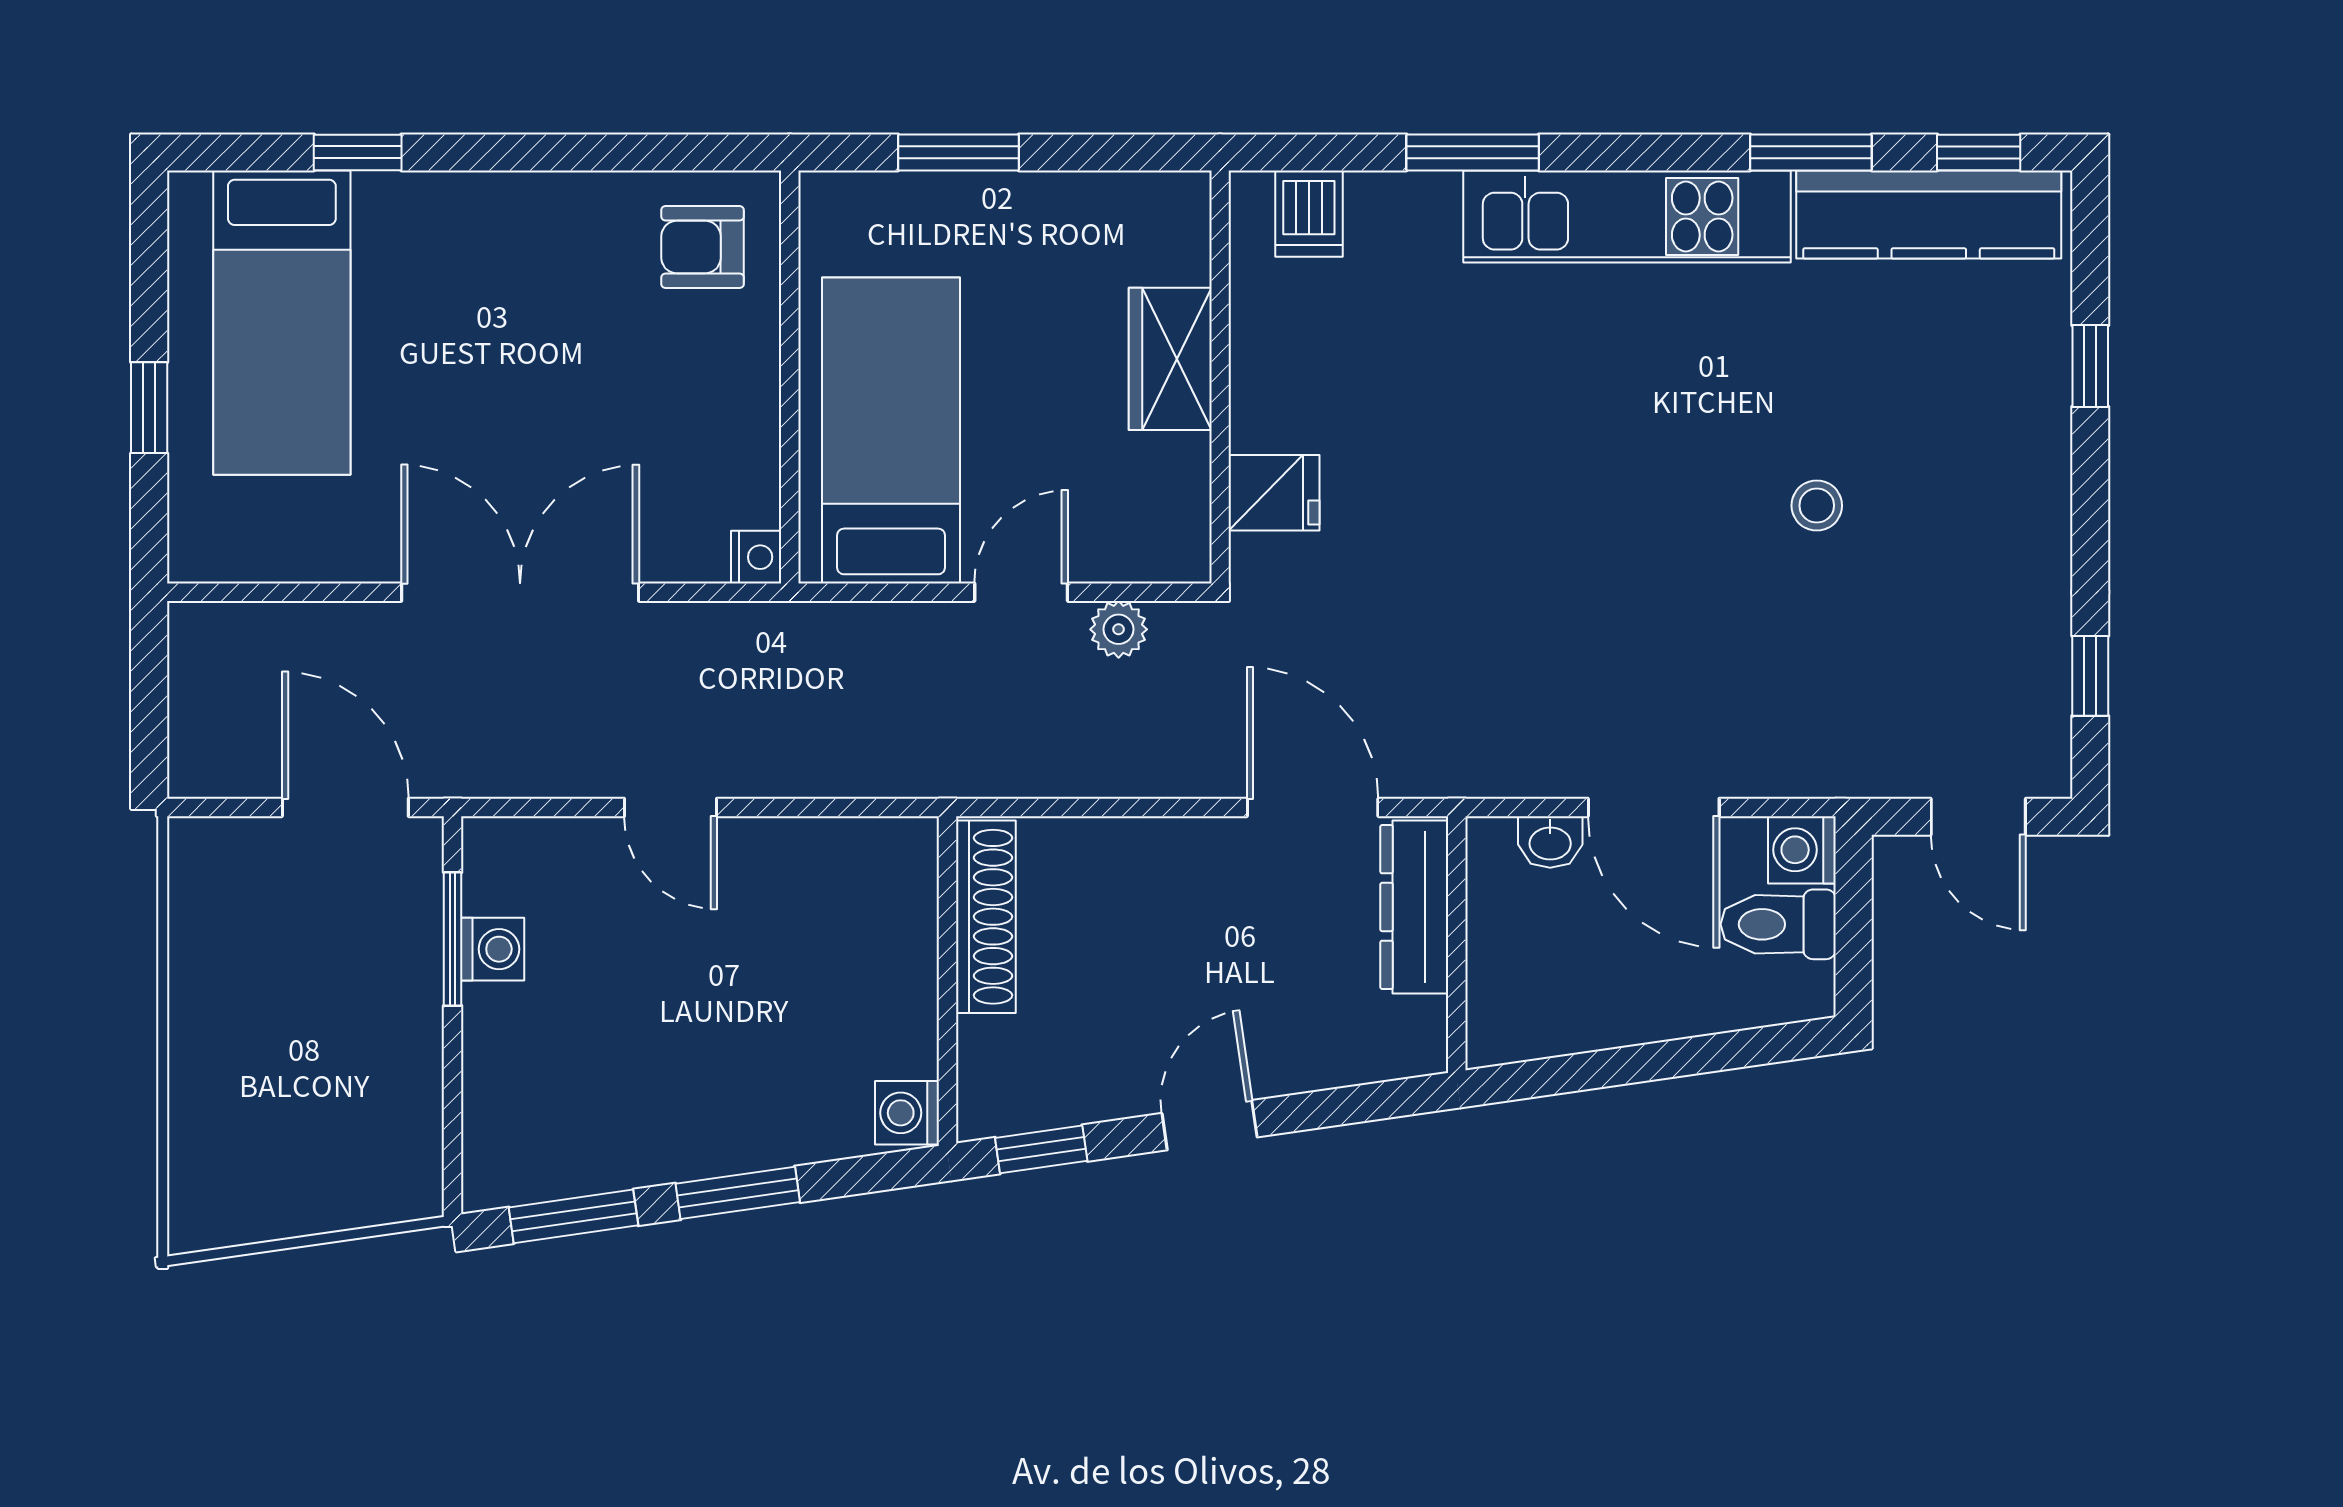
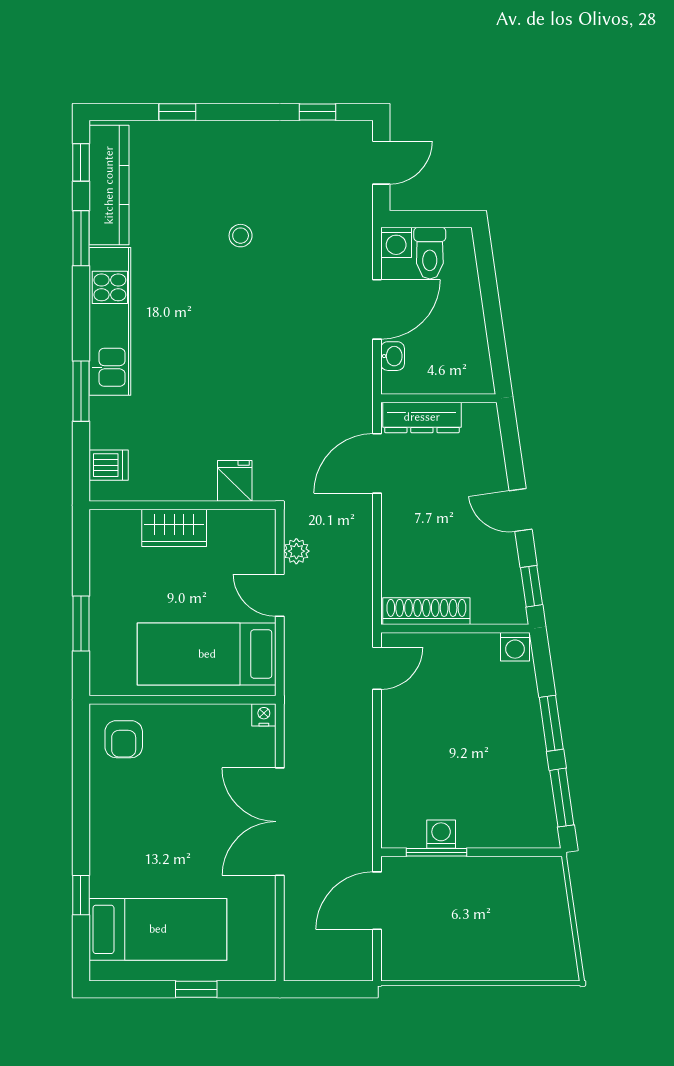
door: (671, 807) -> (377, 668), moved

